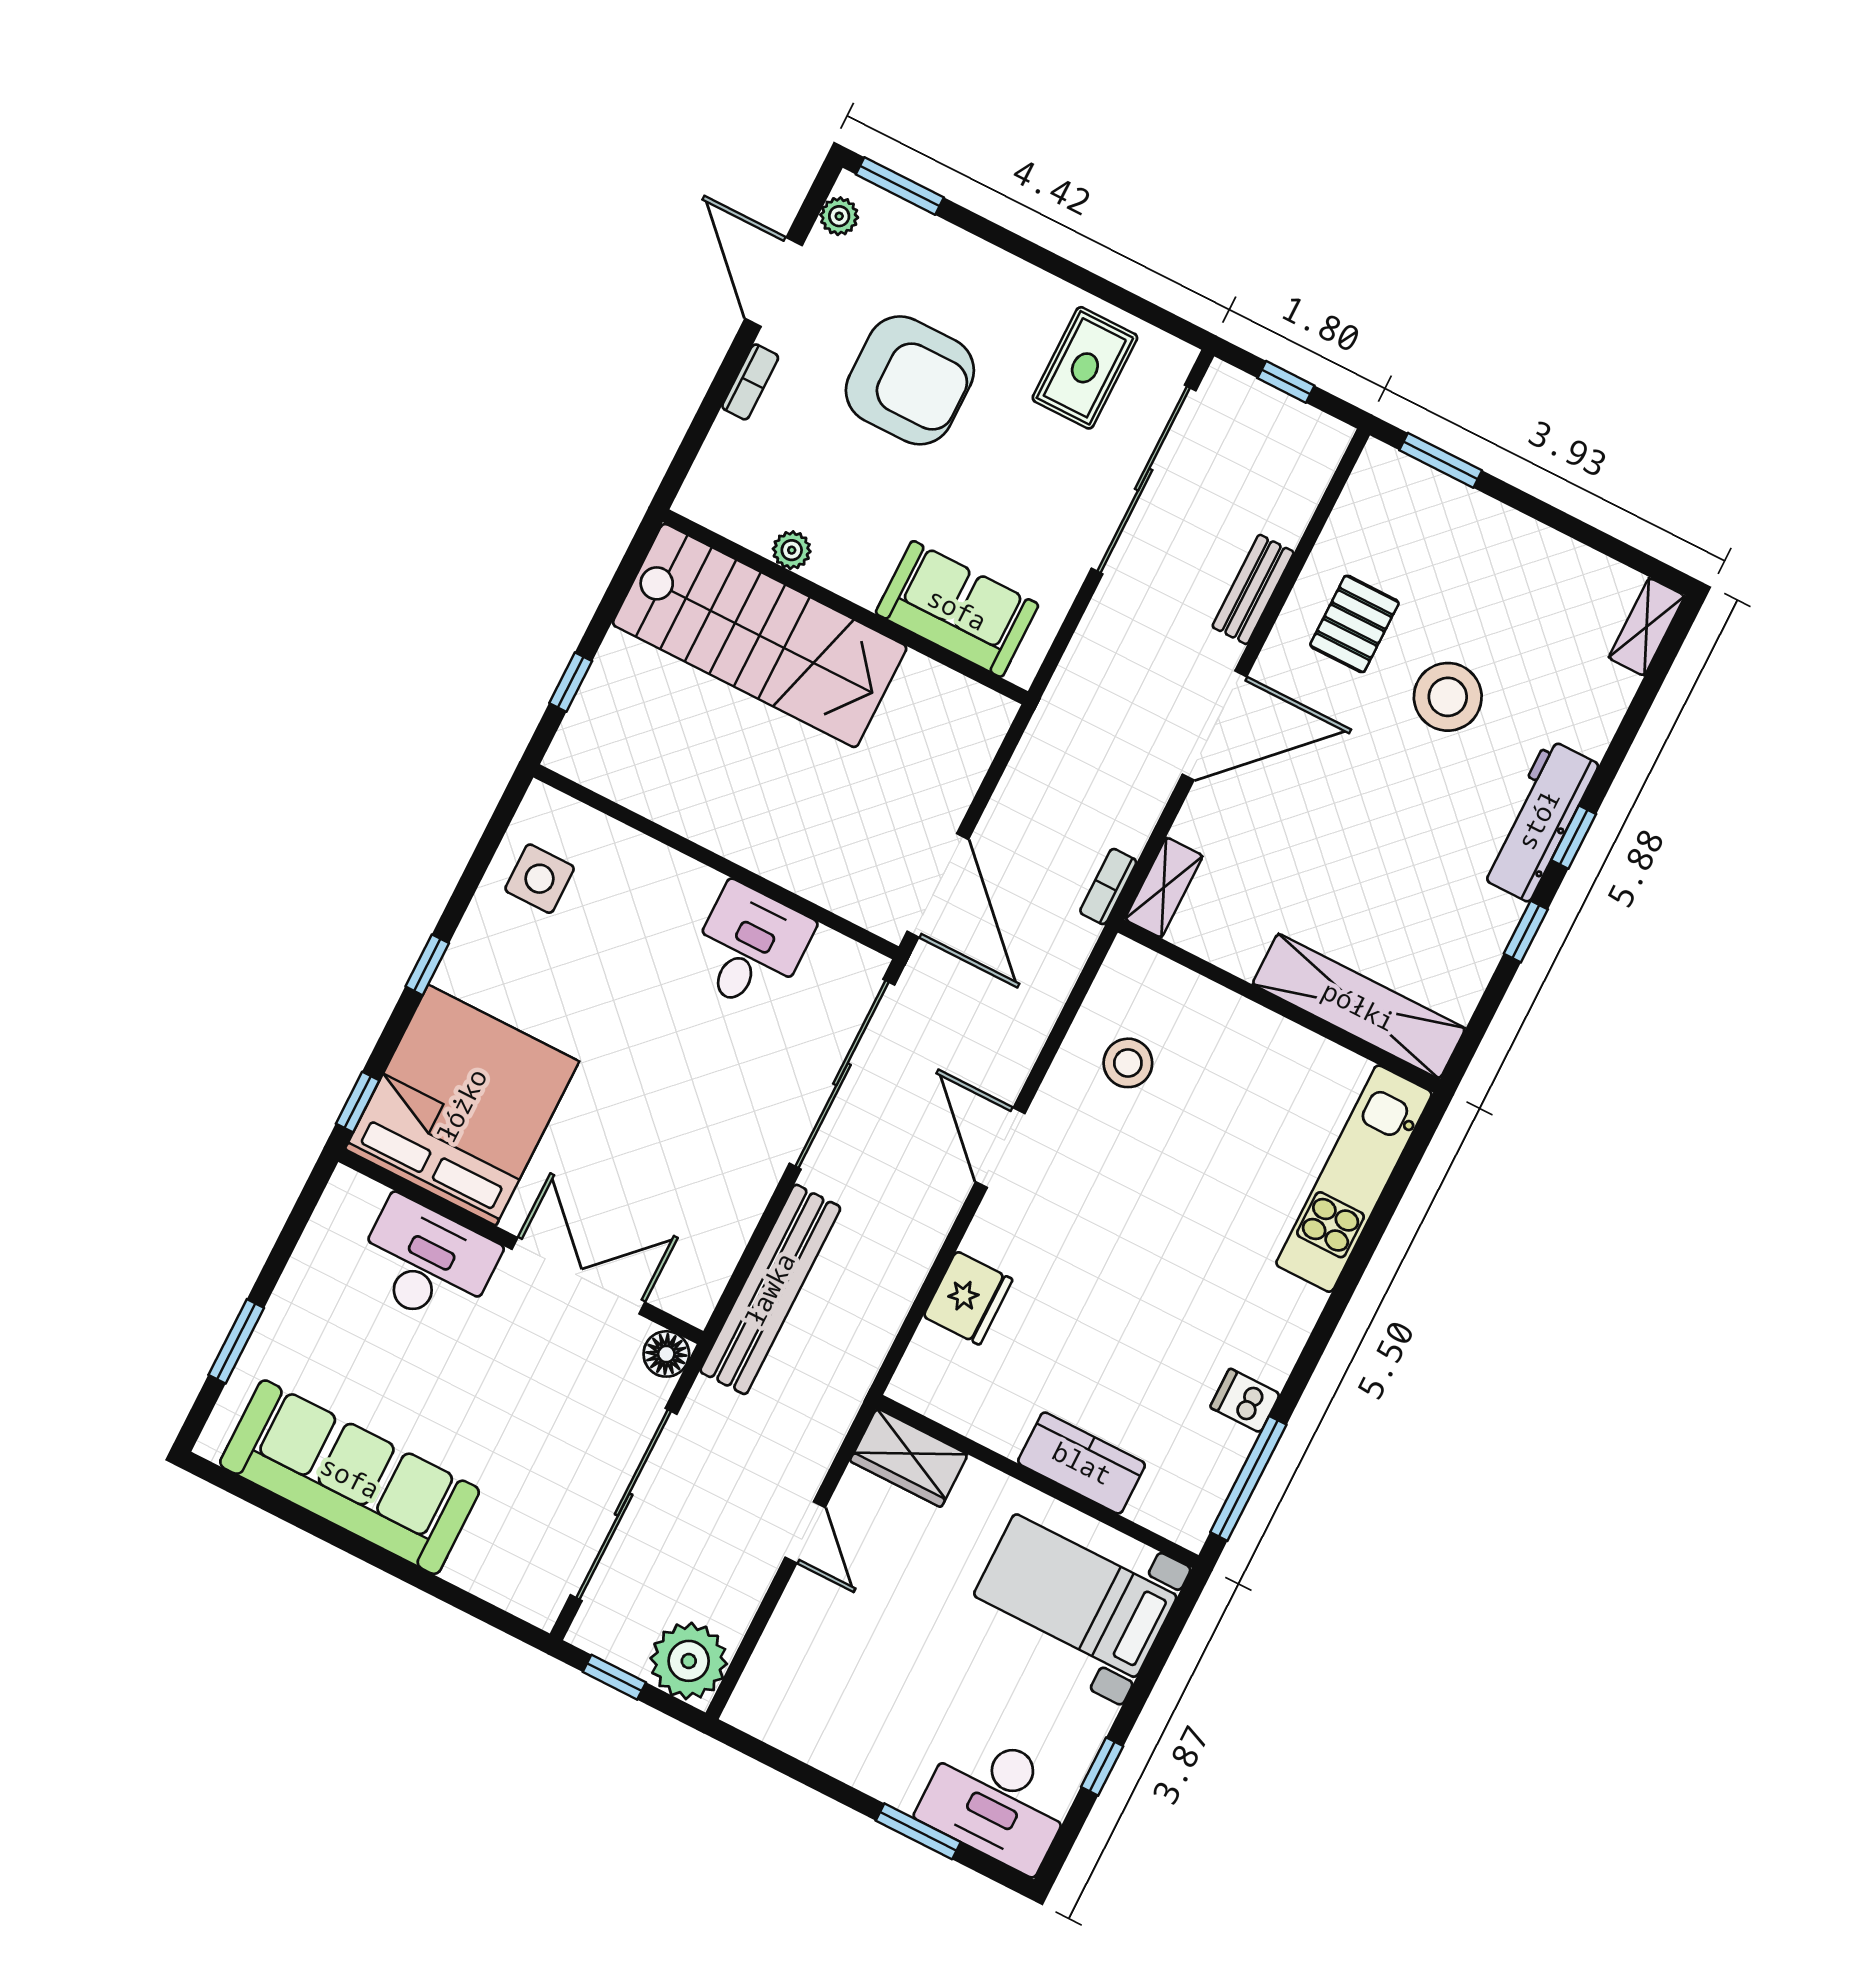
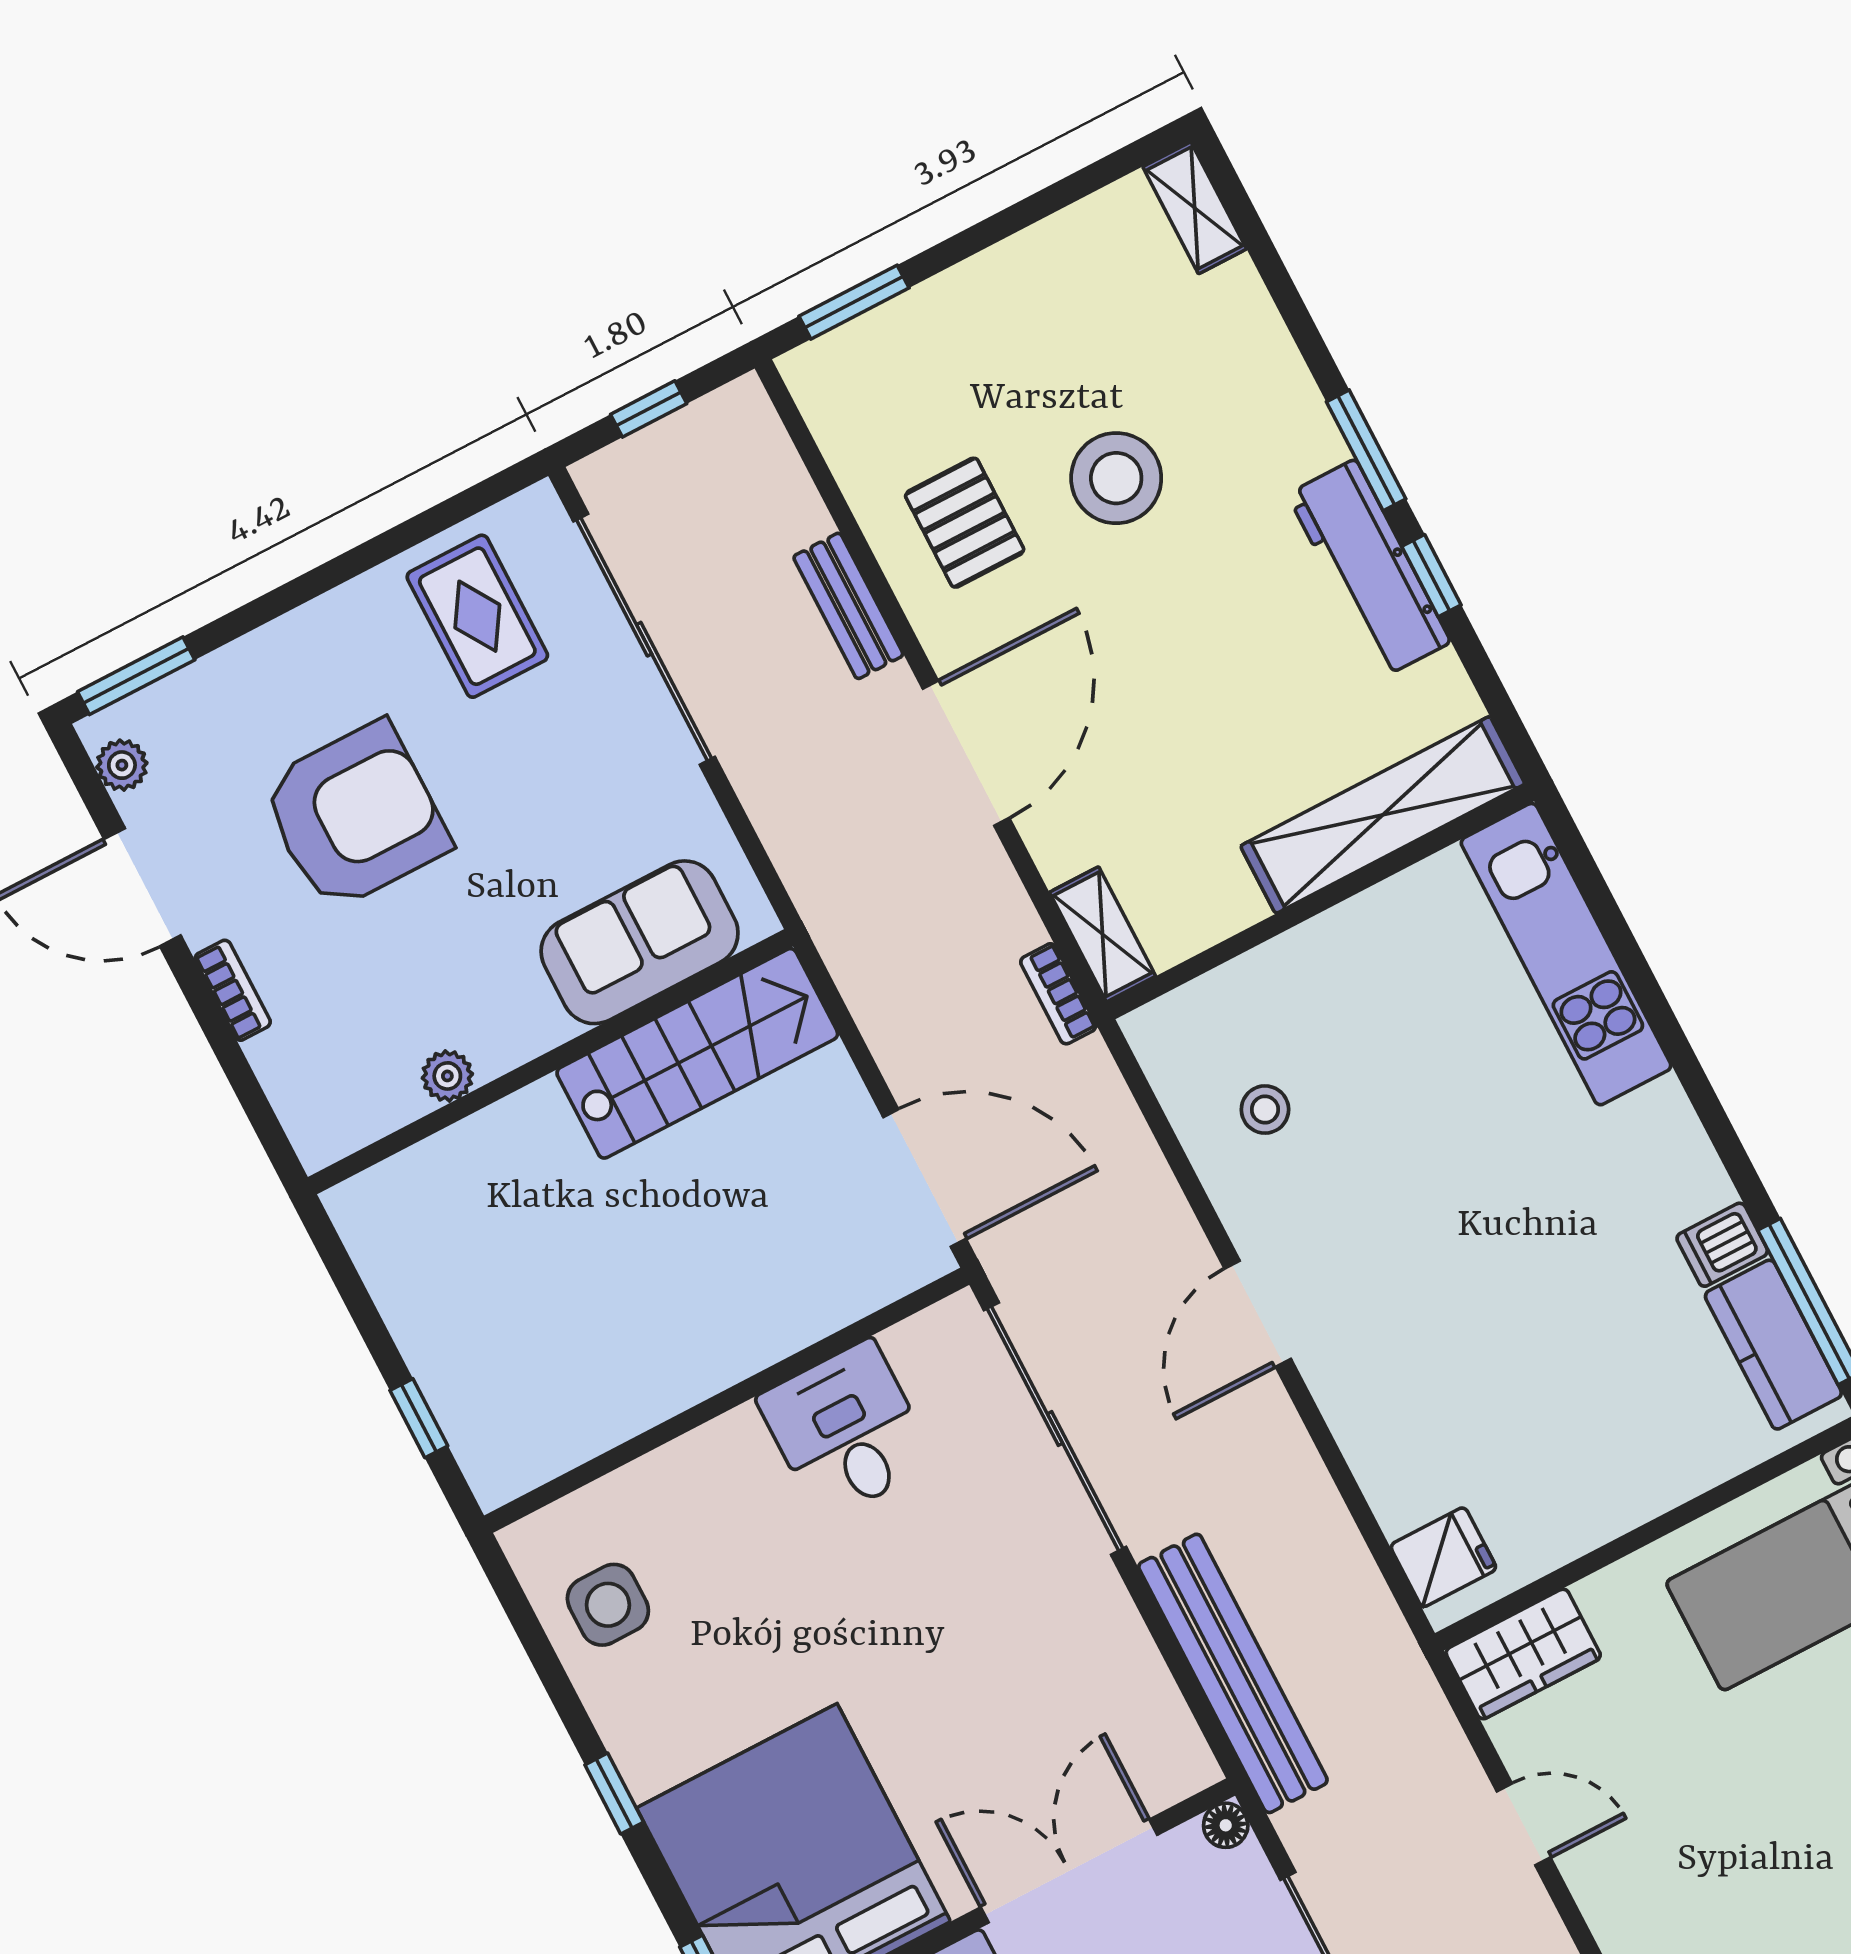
stairs: (760, 636) -> (697, 1053), moved, width x0.73, depth x0.66
workbench: (1538, 820) -> (1369, 568), moved
window: (1574, 837) -> (1366, 450), width x1.50
stool: (1128, 1063) -> (1265, 1110), width x0.73, depth x0.73
door: (1000, 1148) -> (1258, 1314), hinge flipped
fridge: (968, 1298) -> (1443, 1557), moved, width x0.72
floor lamp: (666, 1354) -> (1226, 1825), width x0.73, depth x0.73
kitchen counter: (1082, 1463) -> (1773, 1345), moved, turned -90

